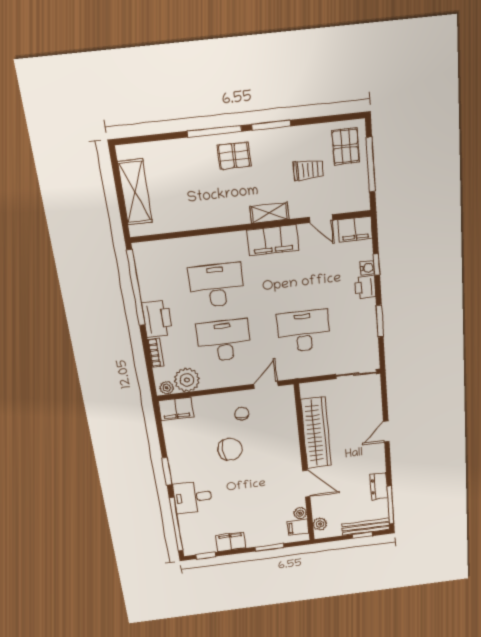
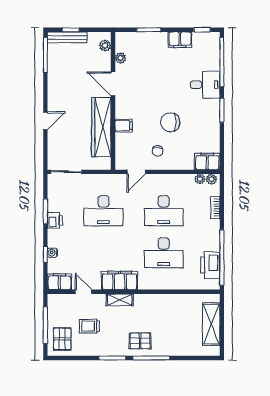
printer: (365, 287) -> (55, 220), moved
printer: (157, 319) -> (210, 265), moved
plant: (187, 380) -> (200, 179), width x0.53, depth x0.53
dresser: (379, 486) -> (54, 73), removed
filing cabinet: (298, 527) -> (124, 126), moved

